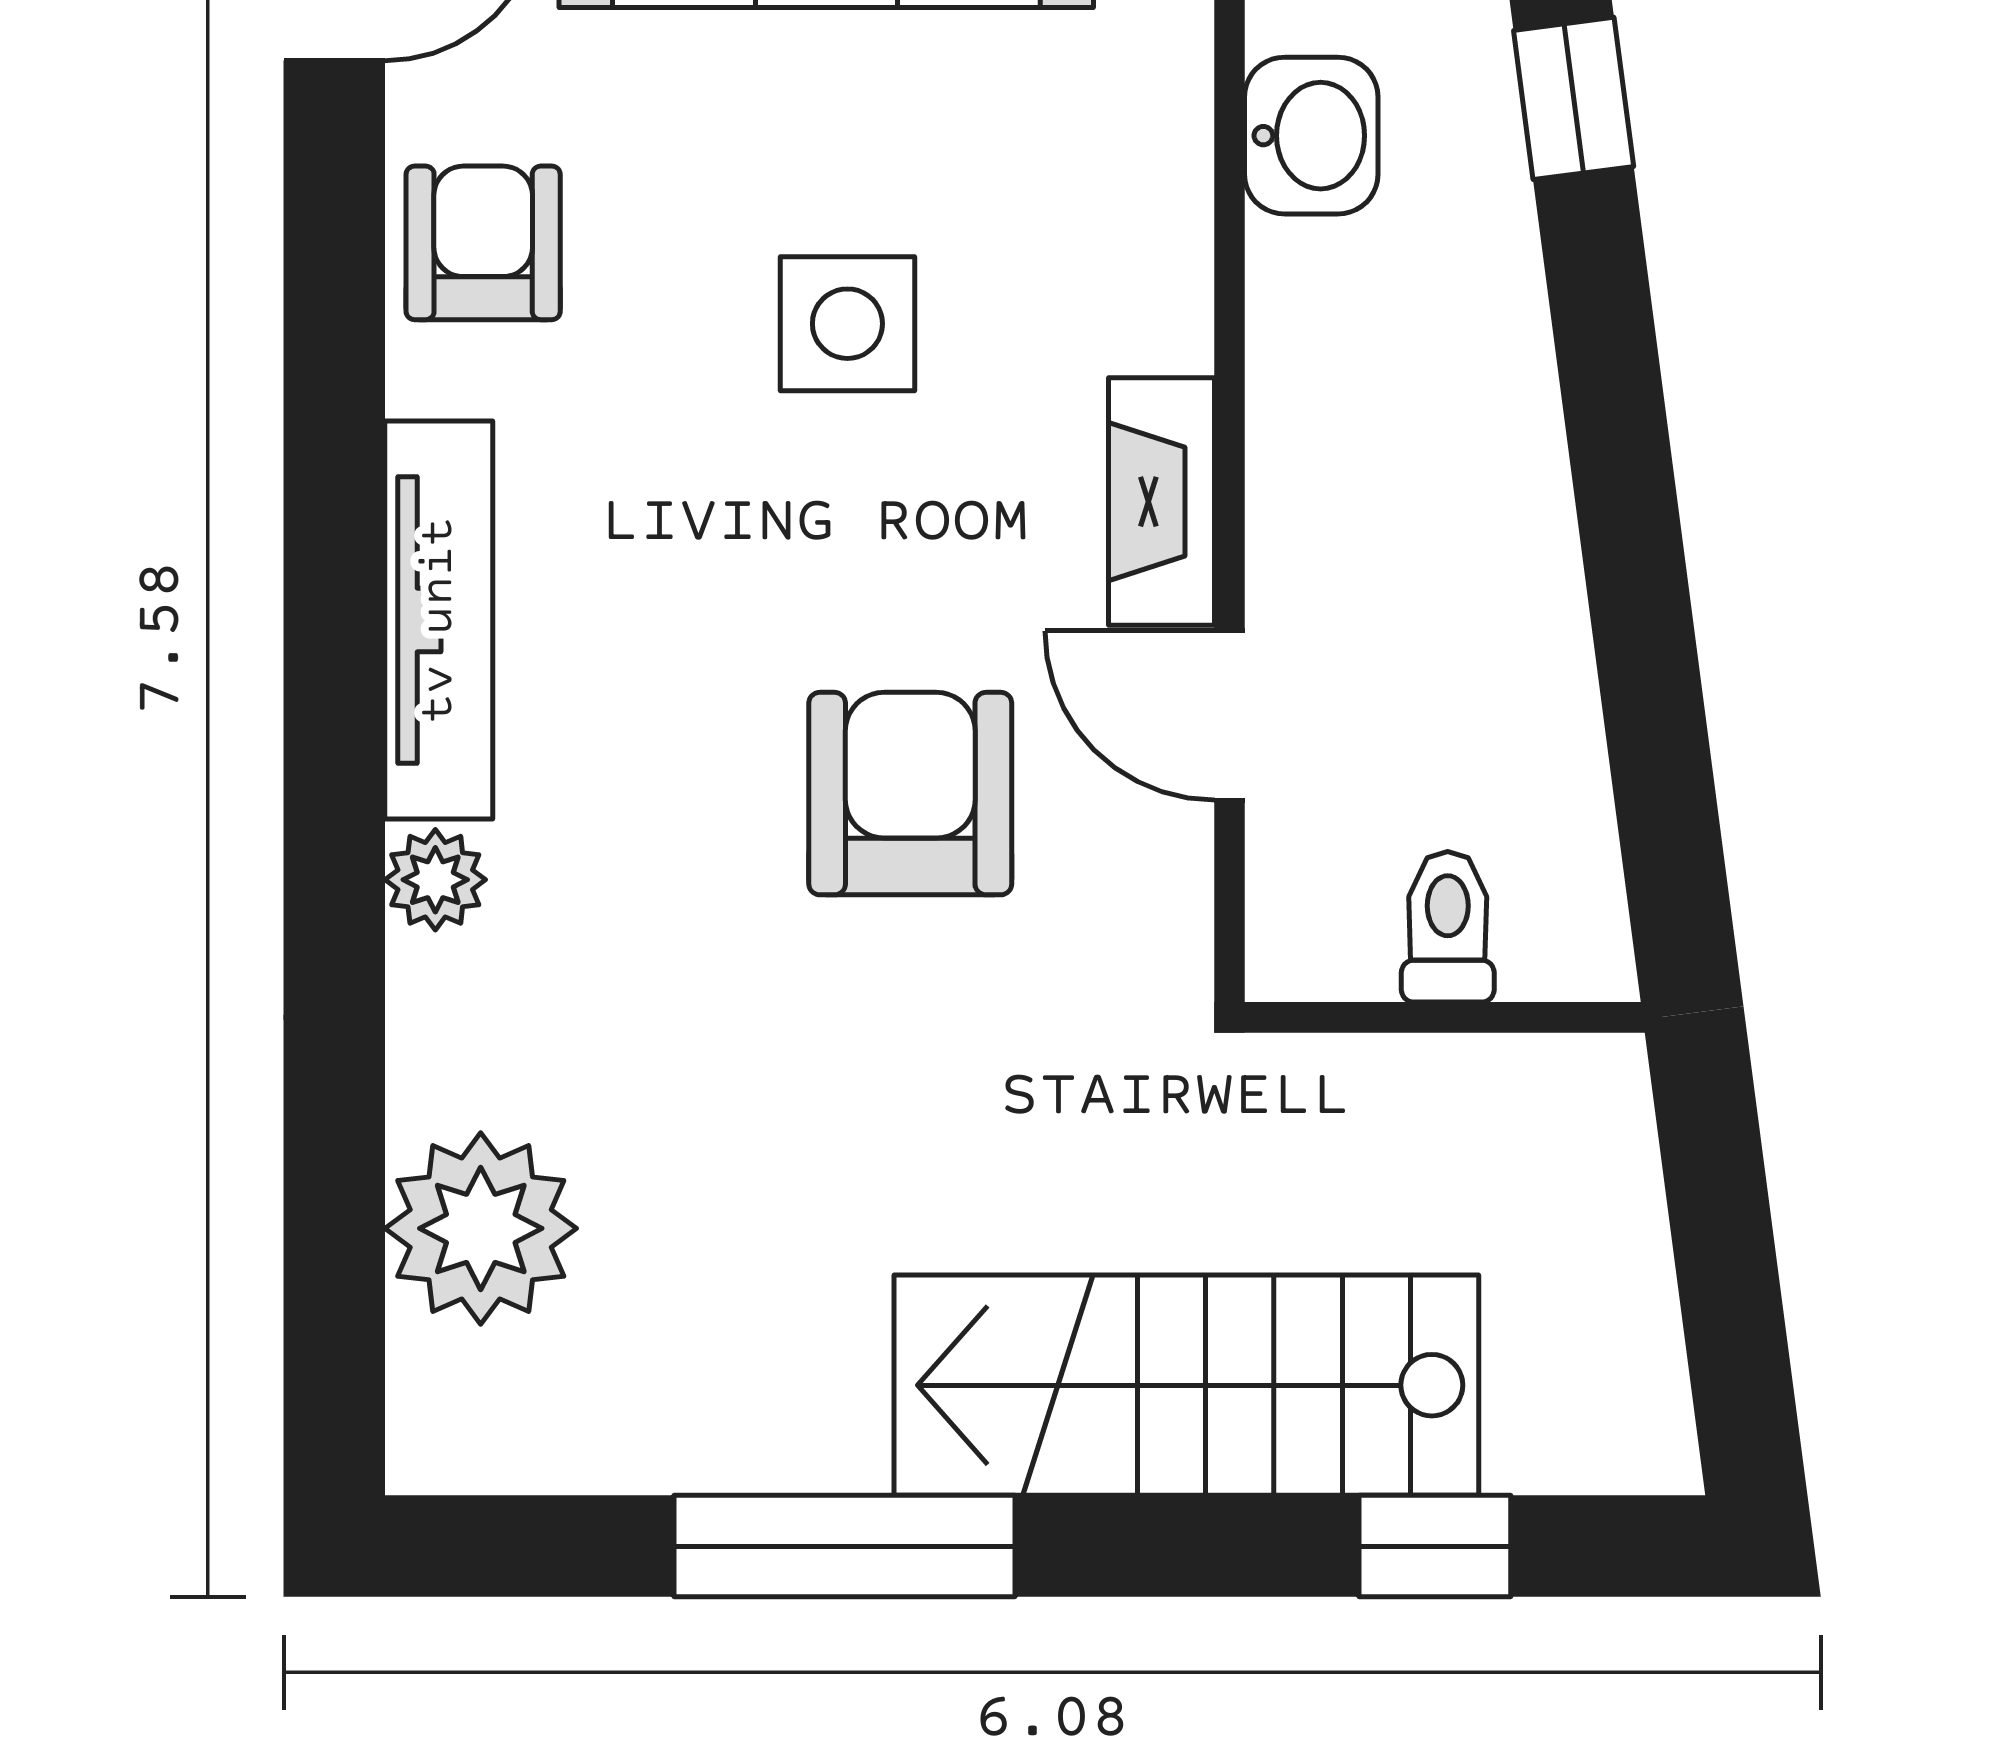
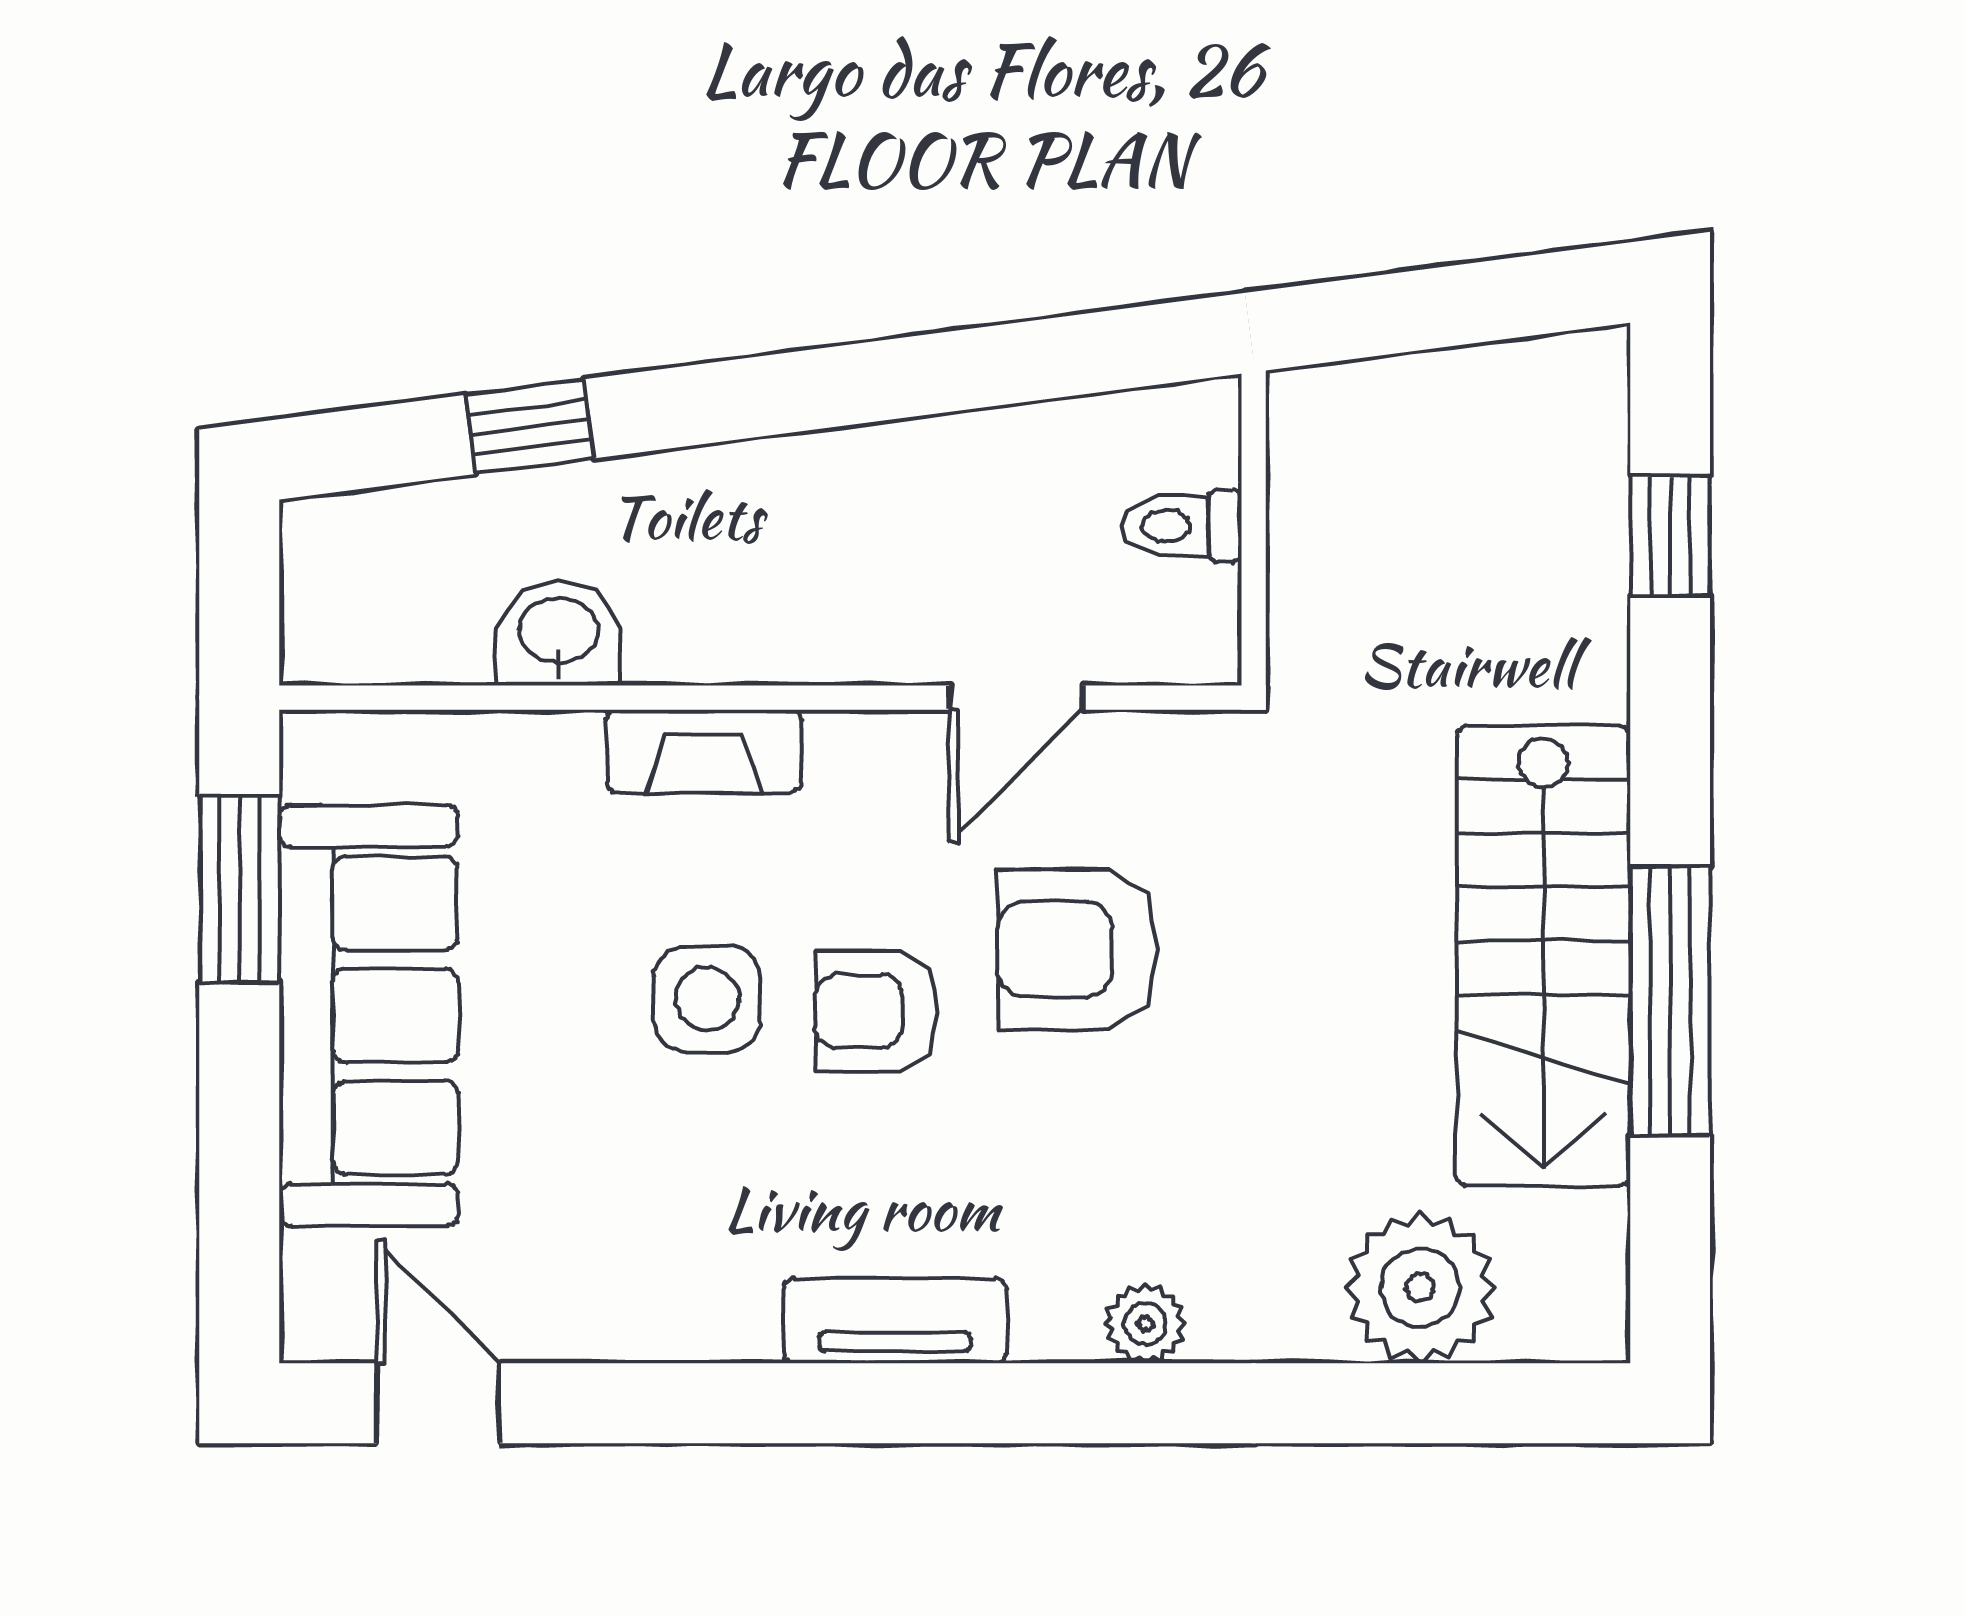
armchair: (483, 243) -> (876, 1011), moved
fireplace: (1162, 502) -> (704, 751), moved
tv unit: (439, 620) -> (895, 1321), width x0.71
stairs: (1186, 1385) -> (1543, 956), moved

